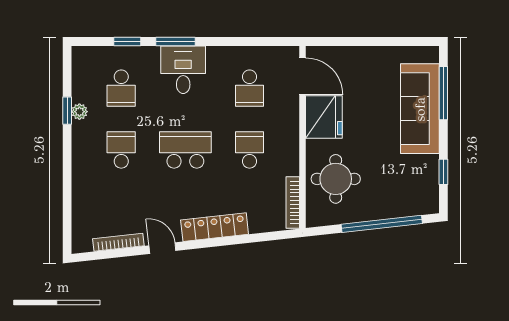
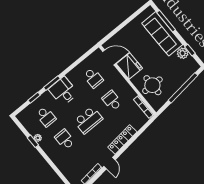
school desk: (185, 150) -> (88, 120), turned 180
plant: (427, 167) -> (183, 53), added
door: (162, 248) -> (110, 163), swing flipped

